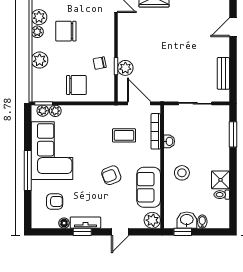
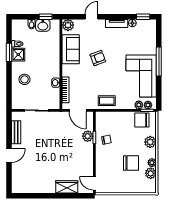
door: (233, 27) -> (9, 155), moved
chair: (76, 85) -> (142, 120), moved
window: (233, 134) -> (9, 52), moved
coffee table: (124, 135) -> (107, 101), moved
stool: (182, 173) -> (24, 79), moved
armchair: (55, 201) -> (139, 39), removed
window: (82, 232) -> (143, 17), moved

